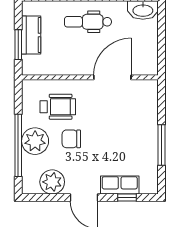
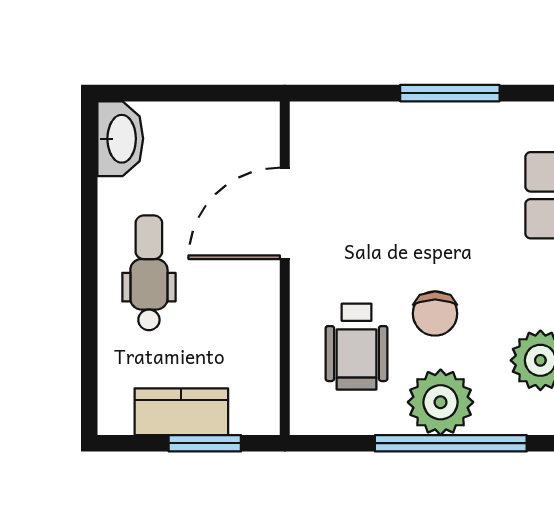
dental chair: (88, 22) -> (149, 273), turned 180
door: (112, 77) -> (285, 213), hinge flipped
wheelchair: (58, 107) -> (357, 347), turned 180

